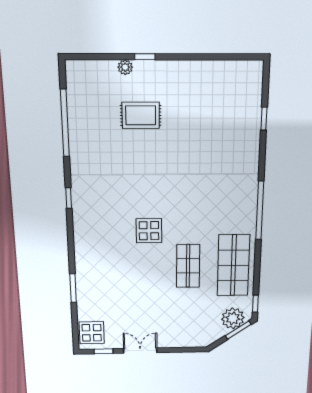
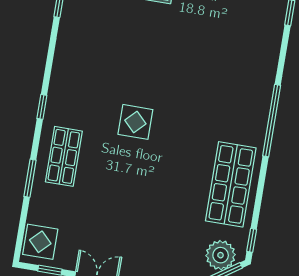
window: (69, 198) -> (42, 107), moved
shop shelf: (188, 266) -> (64, 156), moved

